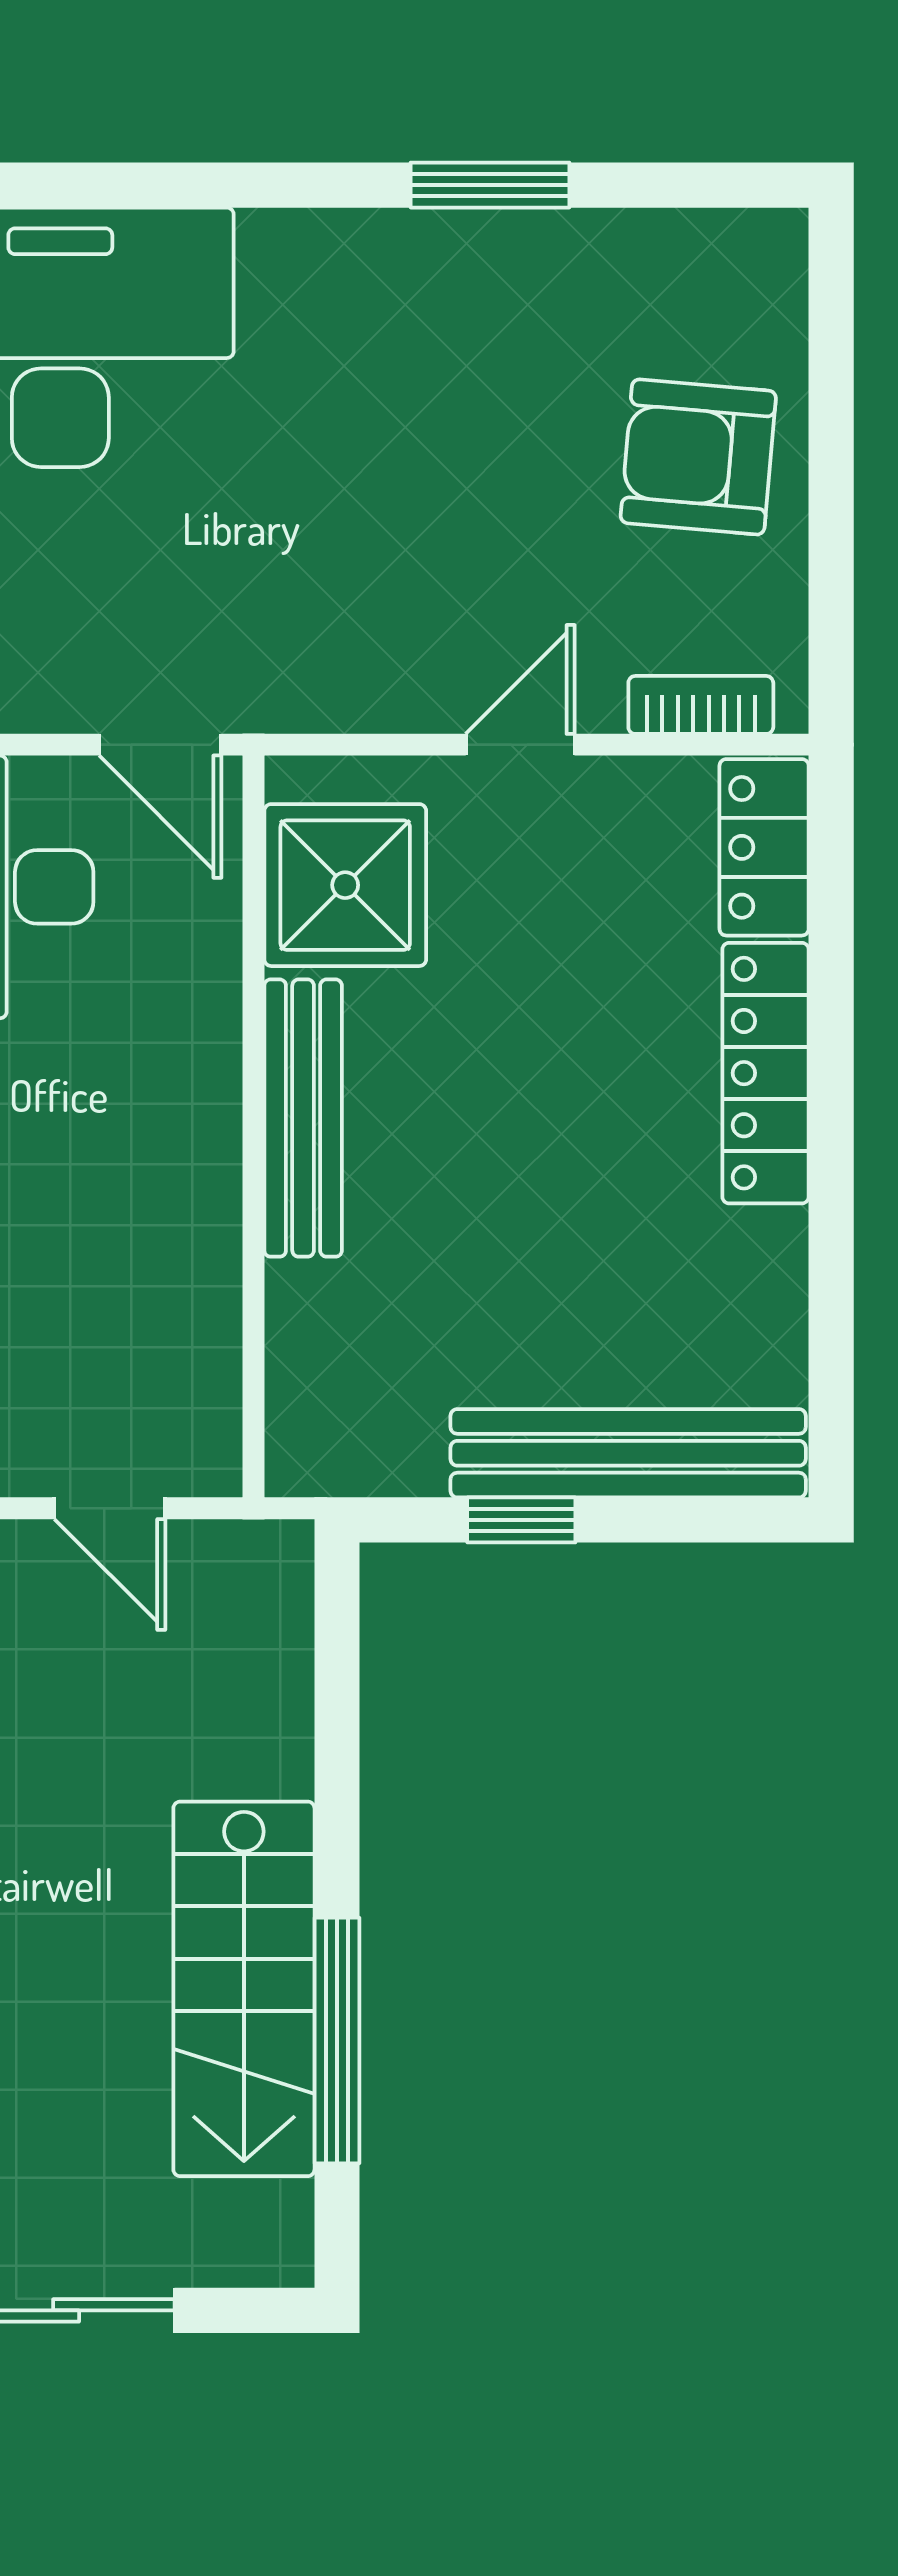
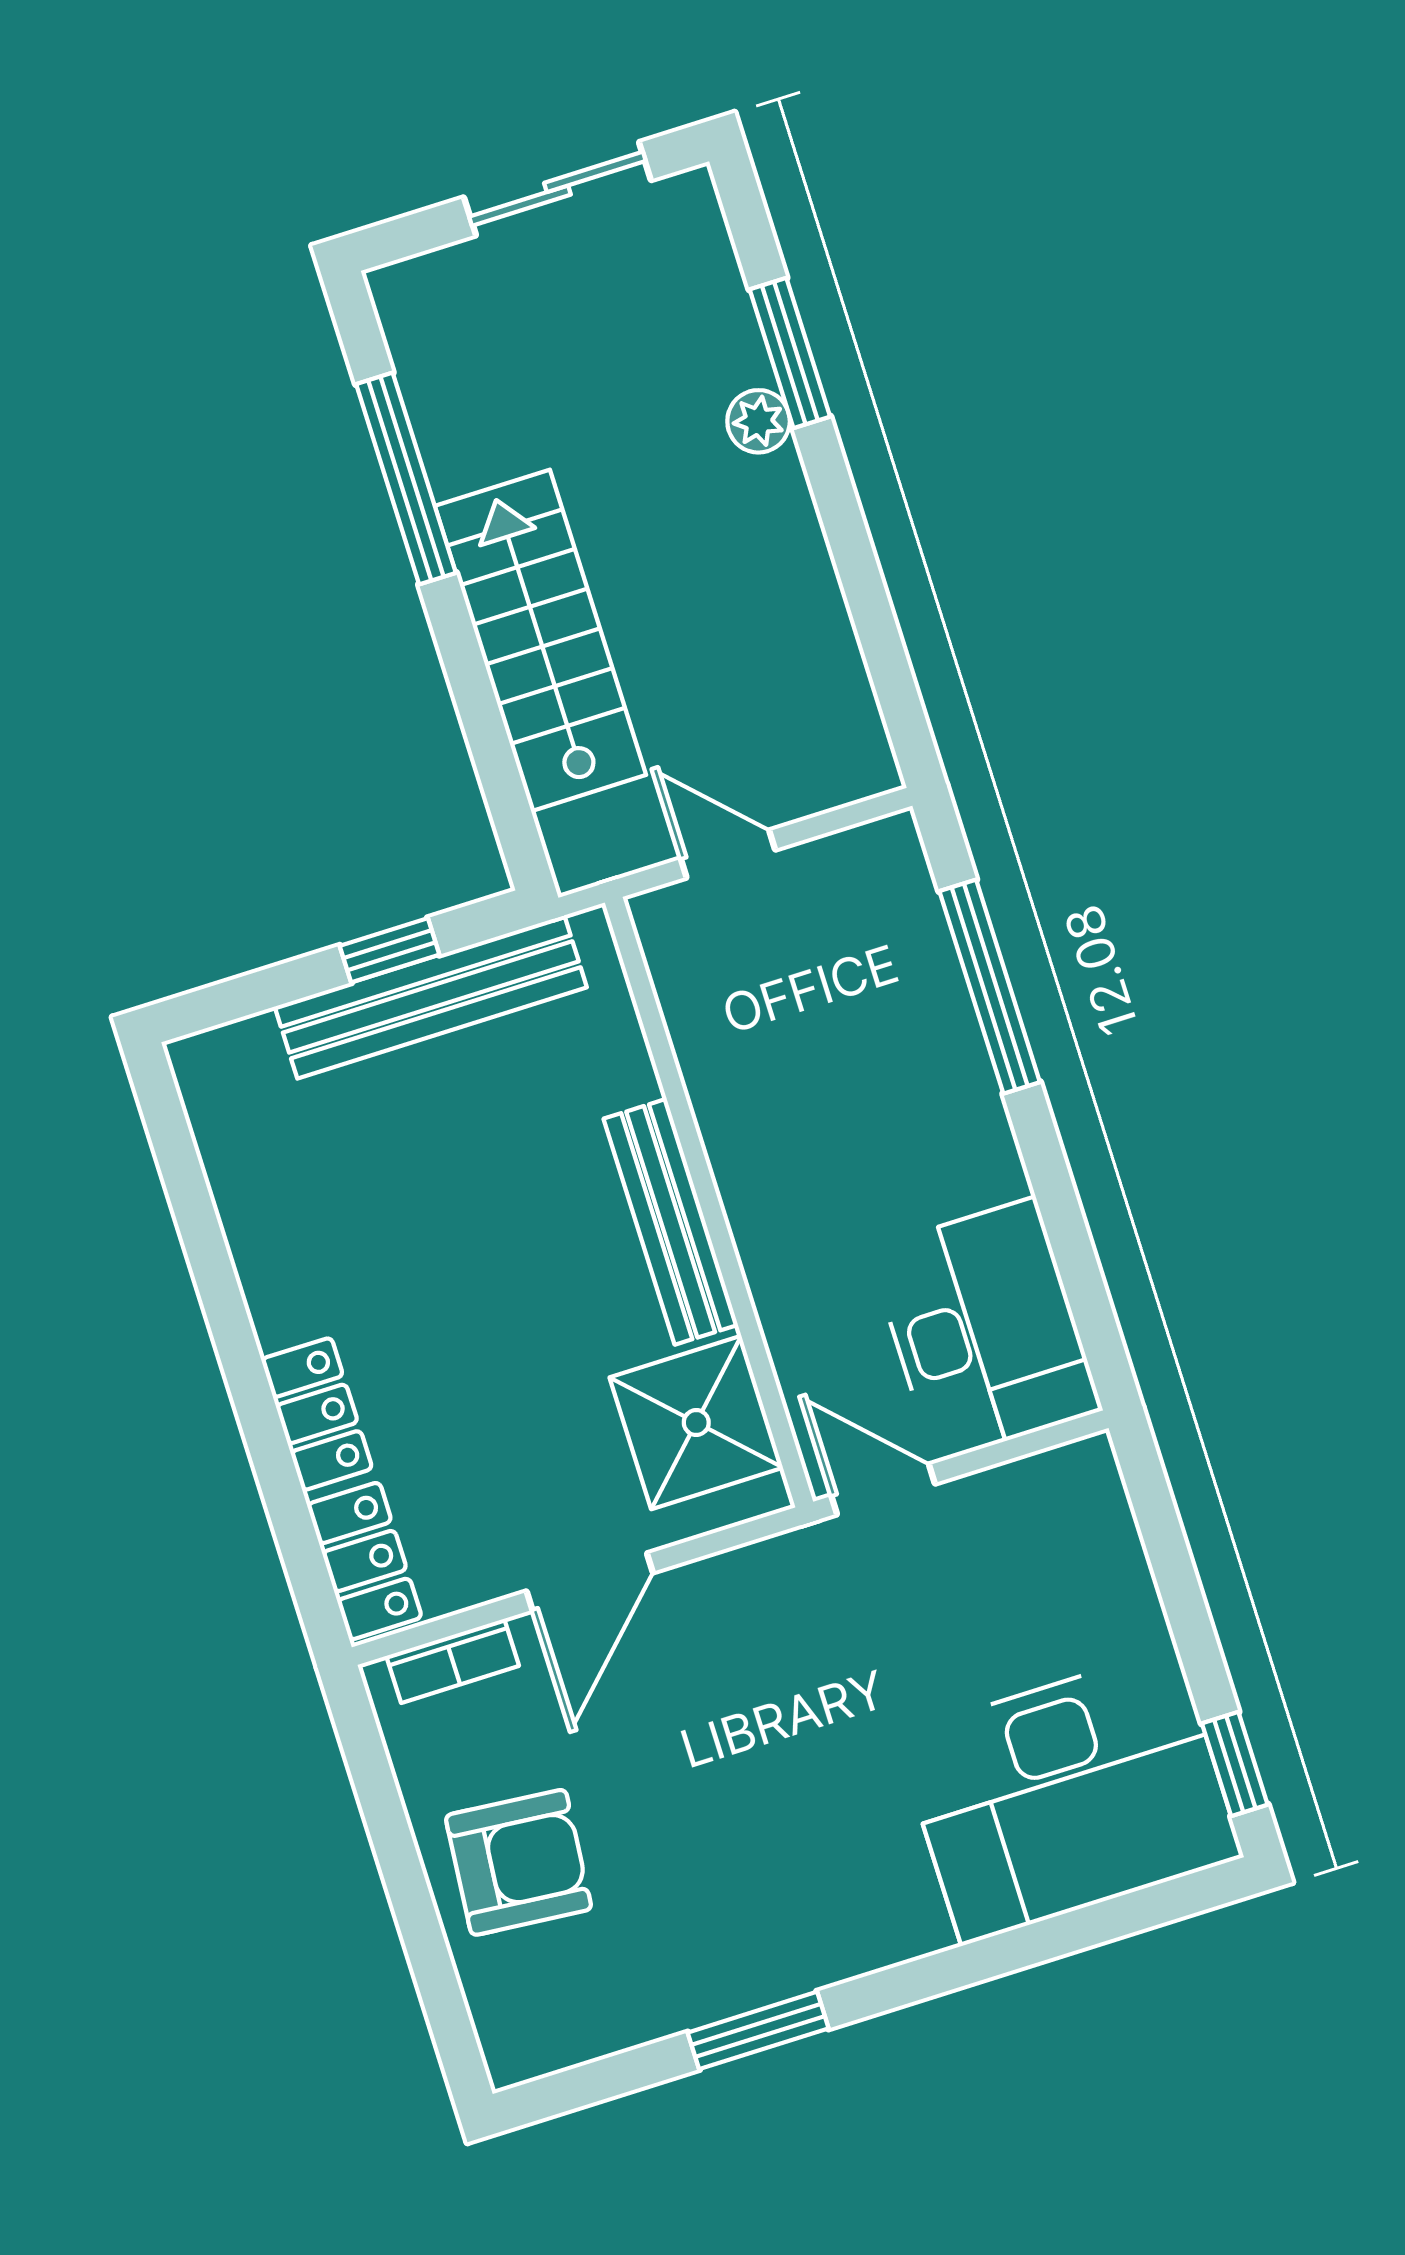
door: (520, 745) -> (590, 1582), width x1.37
locker: (765, 1073) -> (317, 1414), width x0.66
bench: (628, 1453) -> (431, 997), moved
stairs: (244, 1989) -> (540, 640), moved

